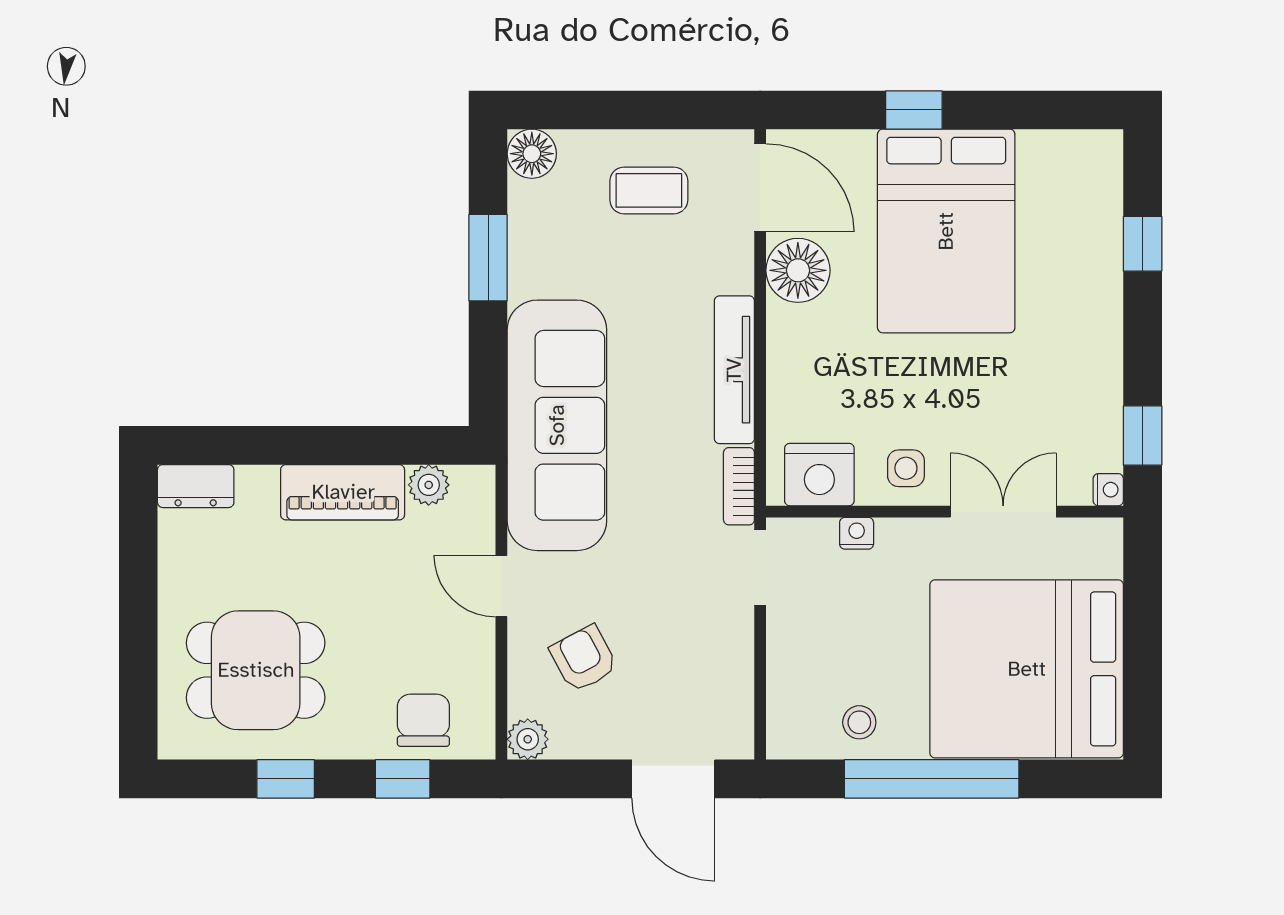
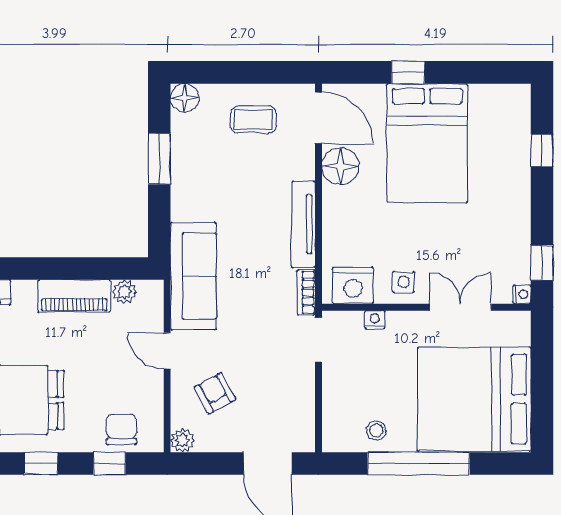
sofa: (557, 425) -> (193, 276), width x0.74, depth x0.79

